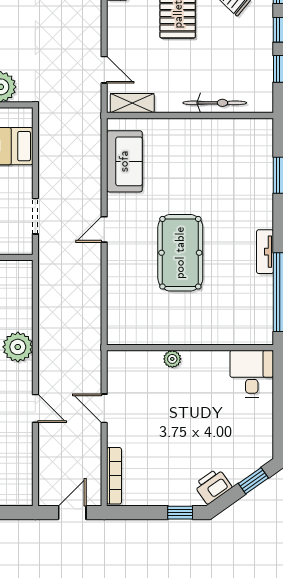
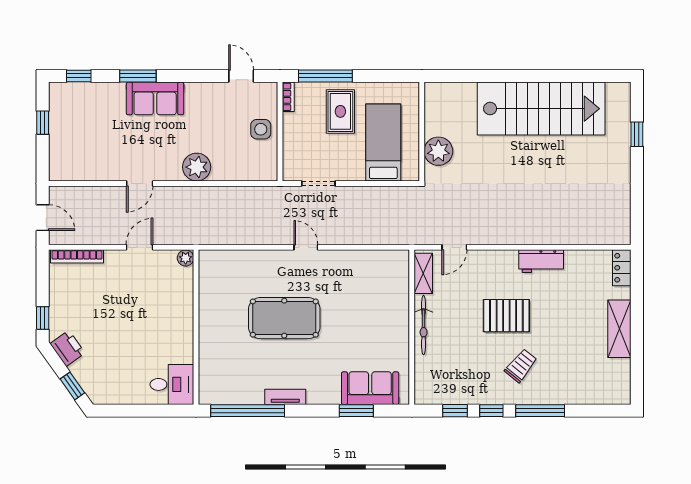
bicycle: (215, 103) -> (424, 325), moved
sofa: (124, 161) -> (370, 388), moved, turned 180
plant: (172, 359) -> (186, 258), moved

